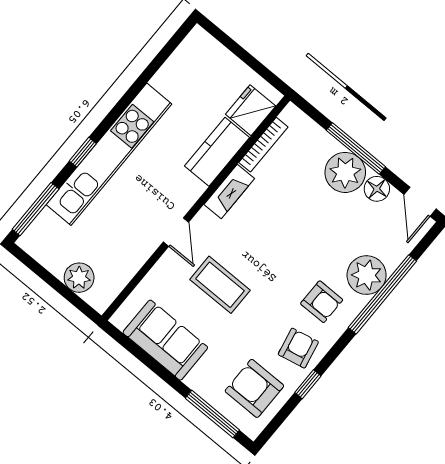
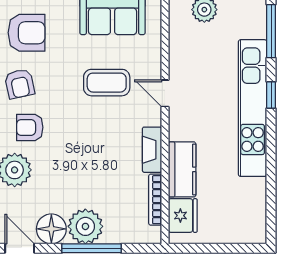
floor lamp: (377, 189) -> (51, 229), width x1.38, depth x1.38

